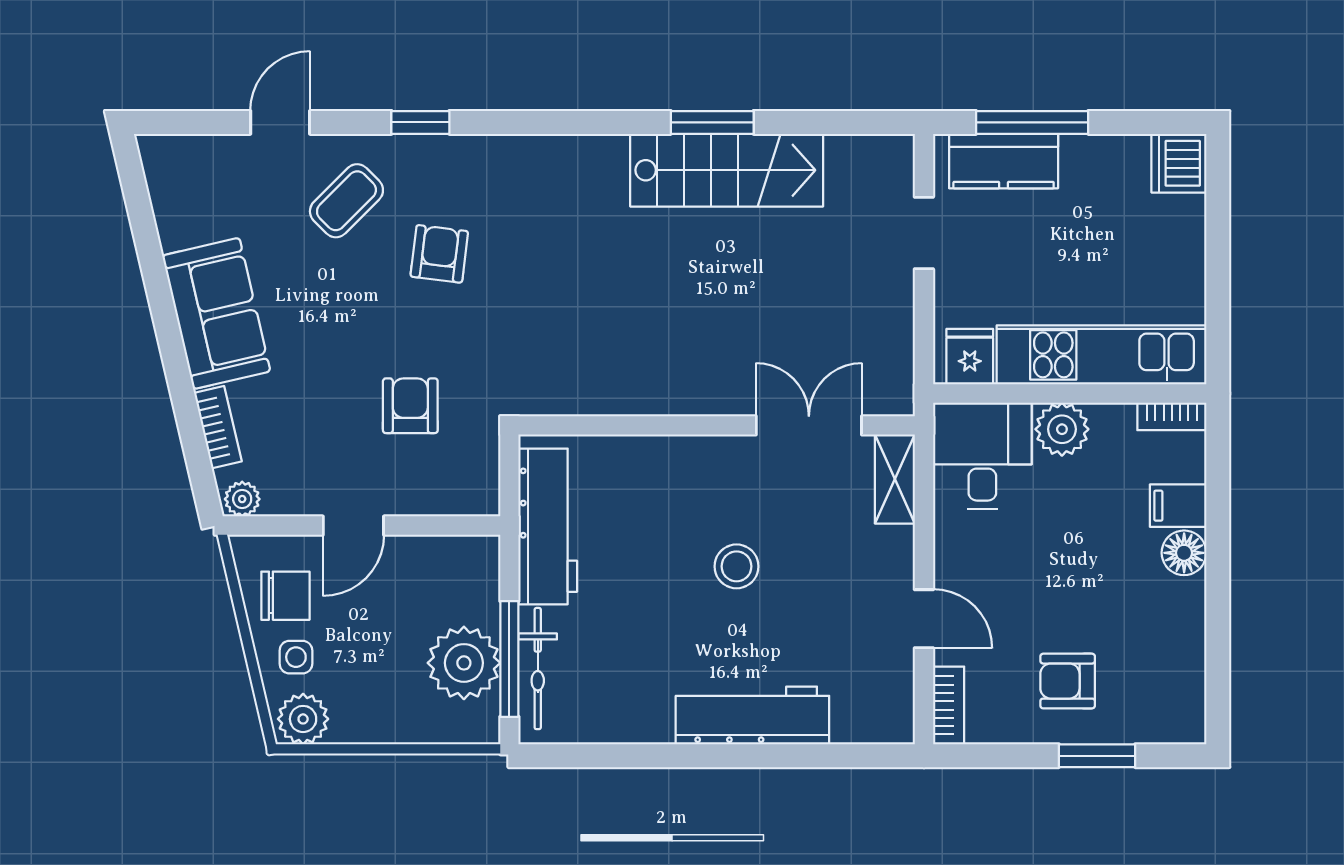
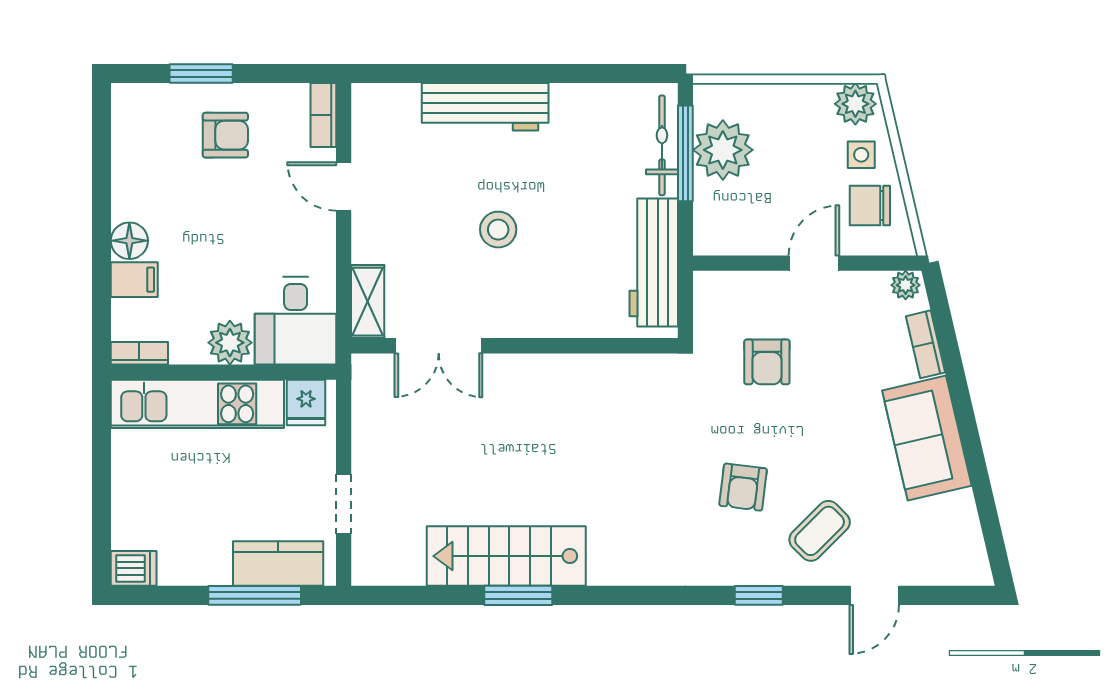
dishwasher: (1179, 163) -> (134, 568), width x0.73

